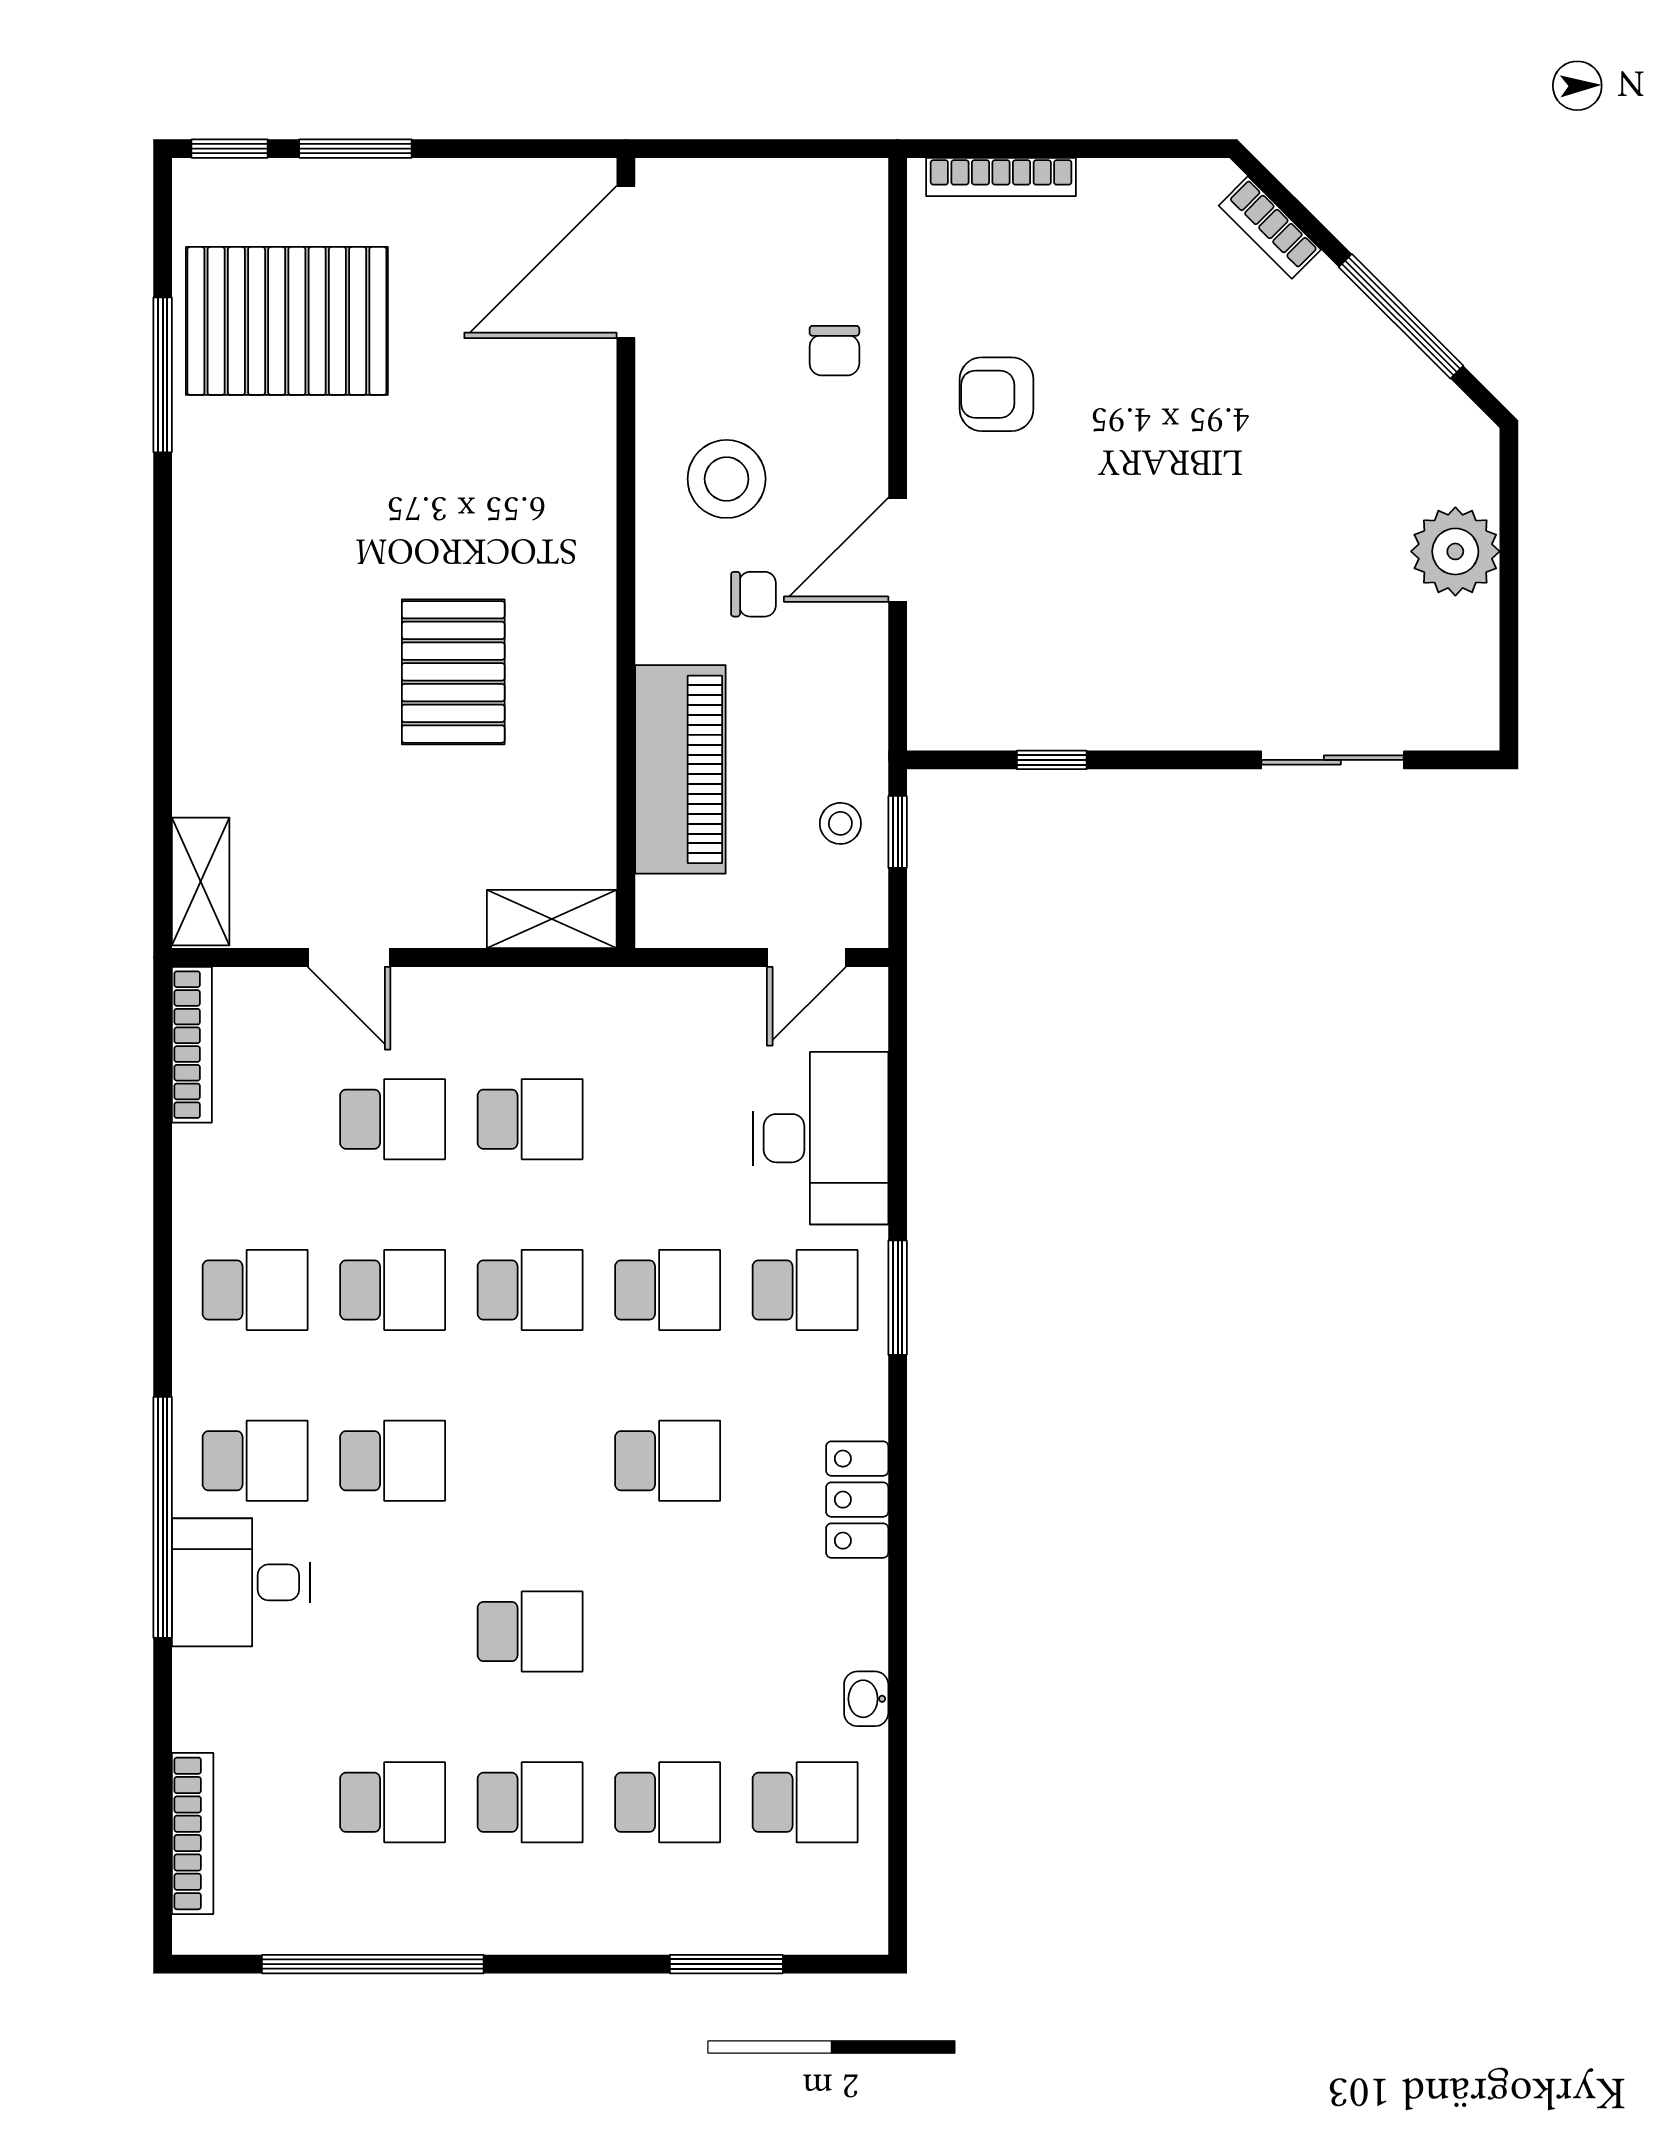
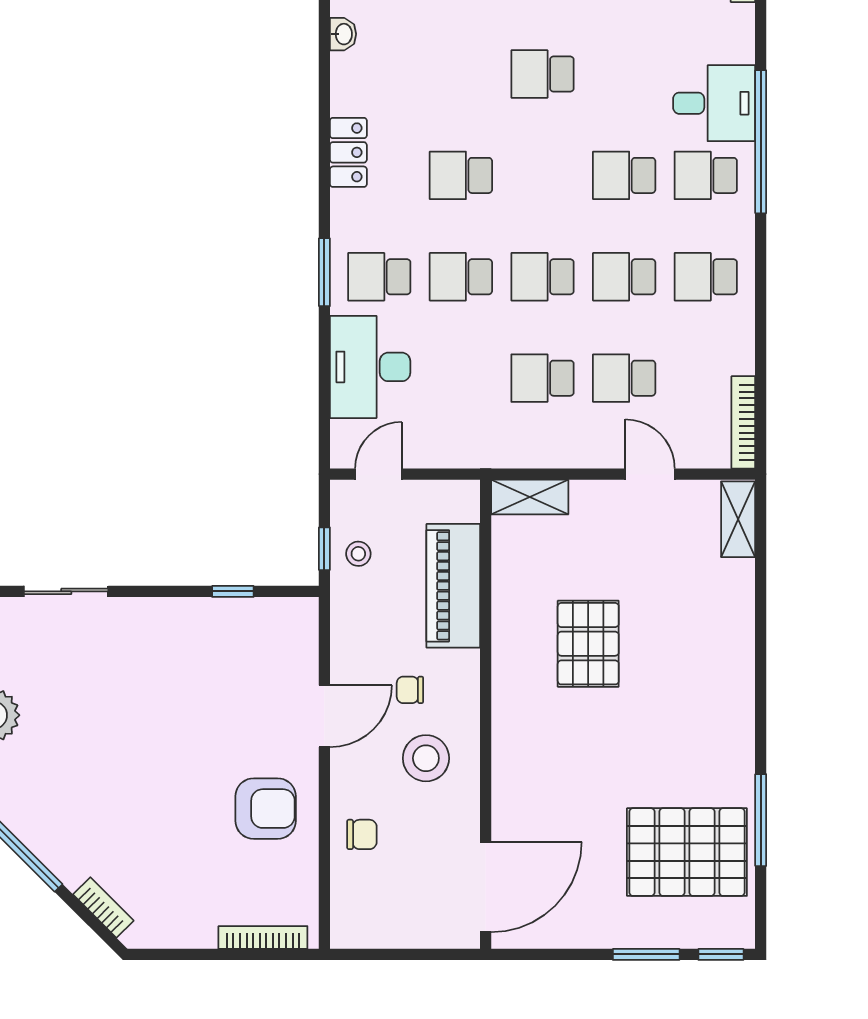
chair: (834, 351) -> (362, 834), turned 90
armchair: (997, 394) -> (266, 809), width x1.38, depth x1.38

